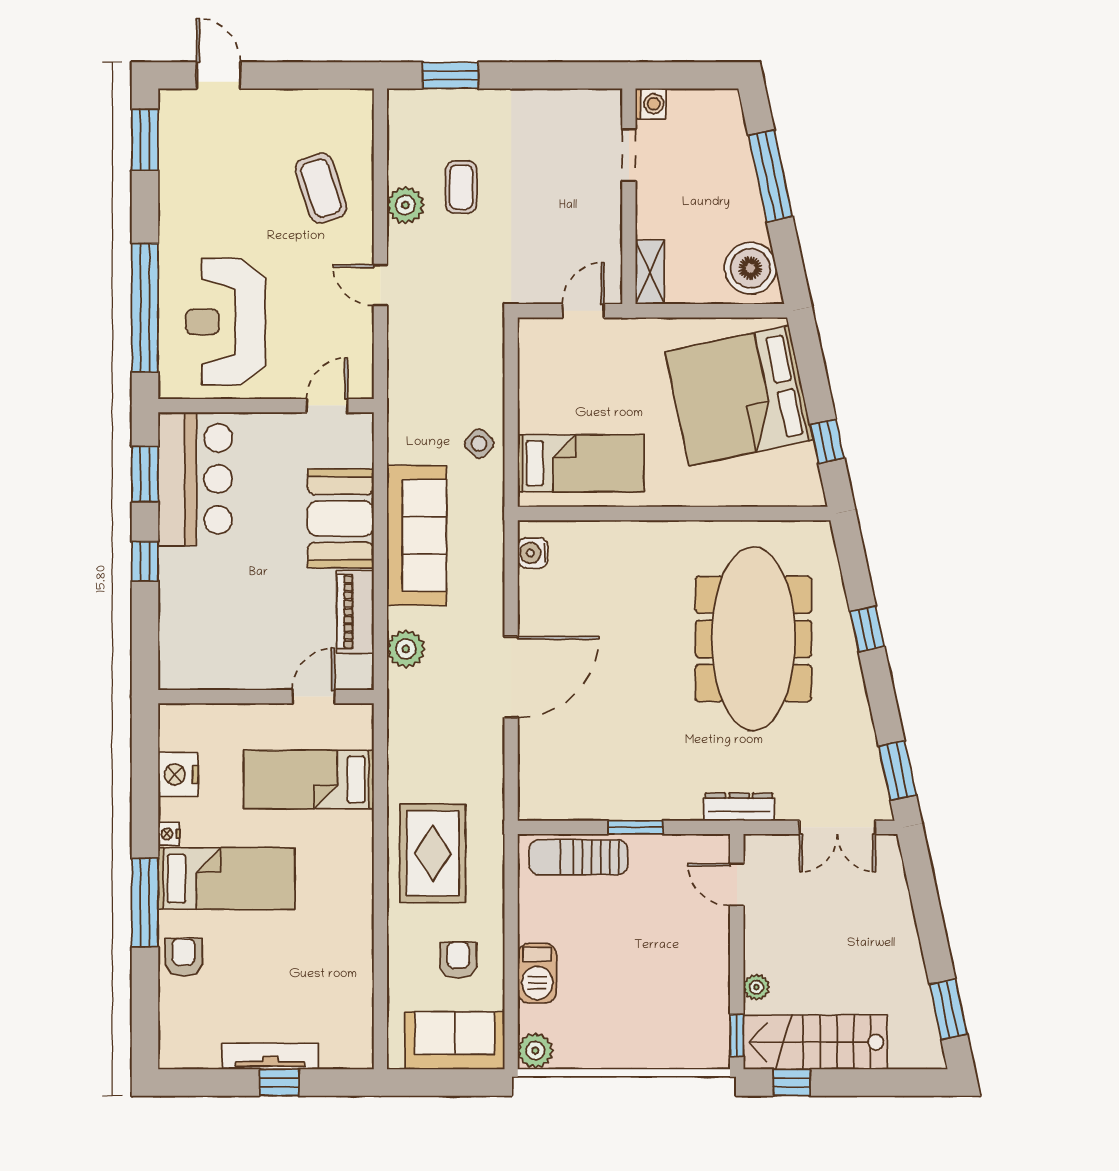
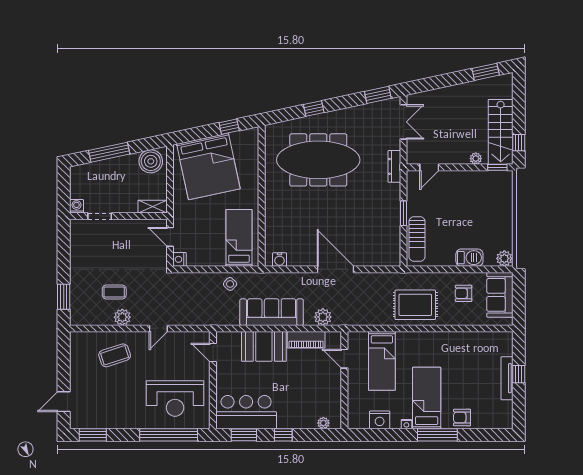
nightstand: (533, 332) -> (180, 259), added
plant: (171, 650) -> (323, 423), added

